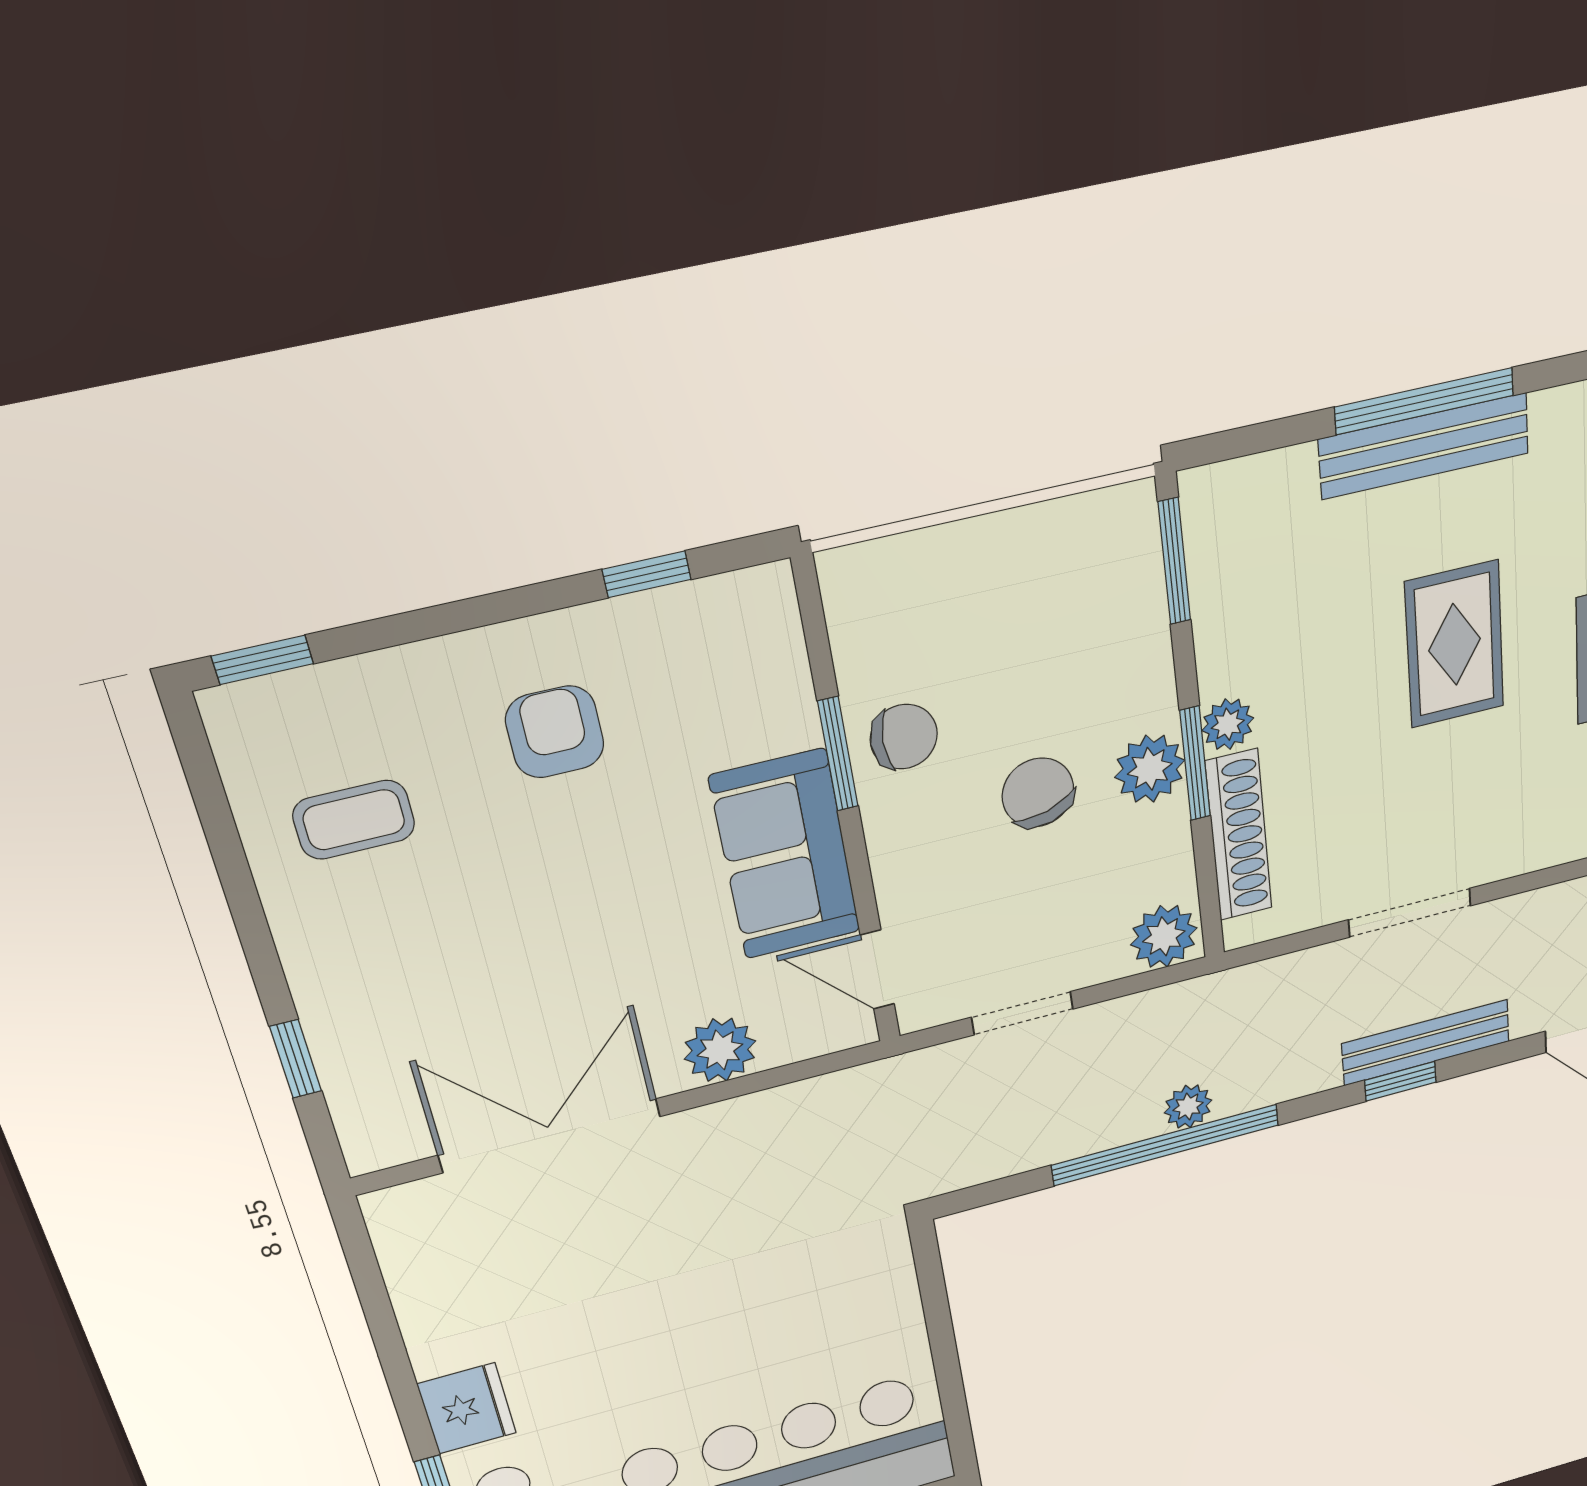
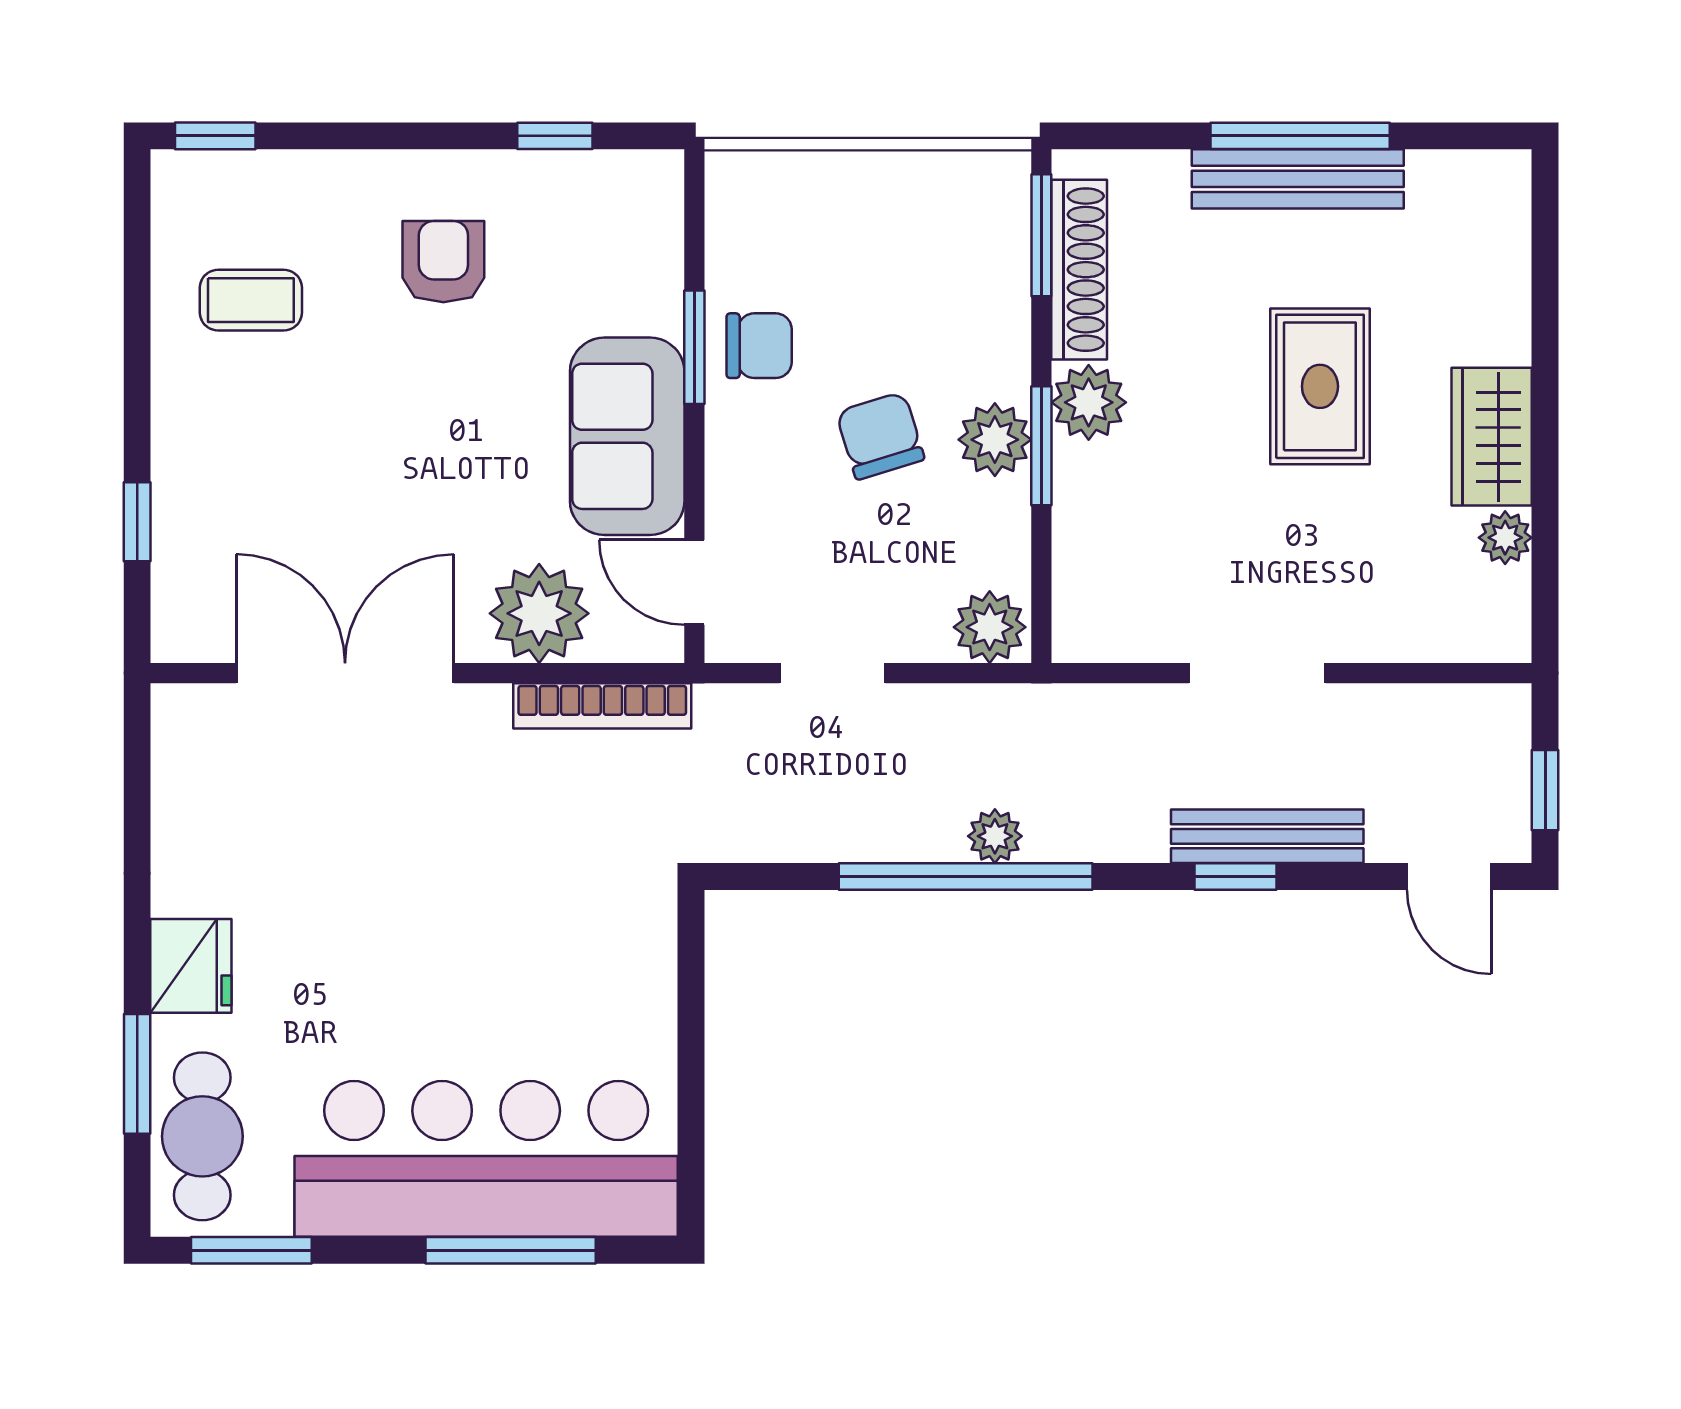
plant: (1228, 724) -> (1089, 402), width x1.38, depth x1.38
shoe rack: (1239, 835) -> (1079, 270), moved
plant: (720, 1050) -> (539, 613), width x1.36, depth x1.36
bookcase: (809, 1097) -> (602, 706), added

